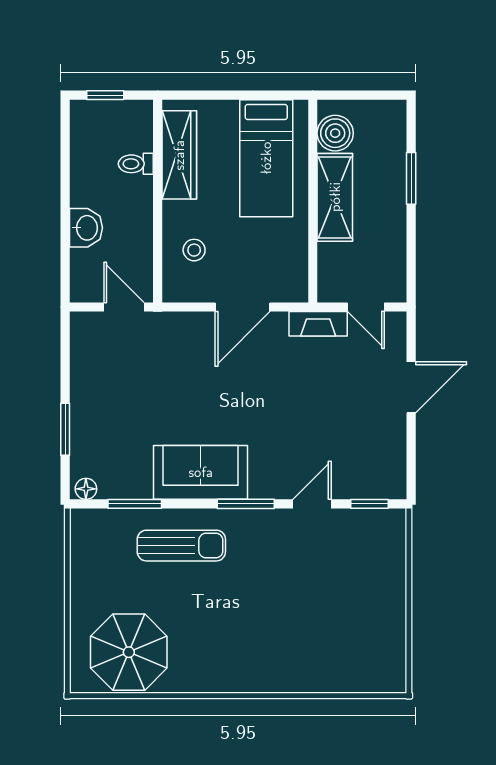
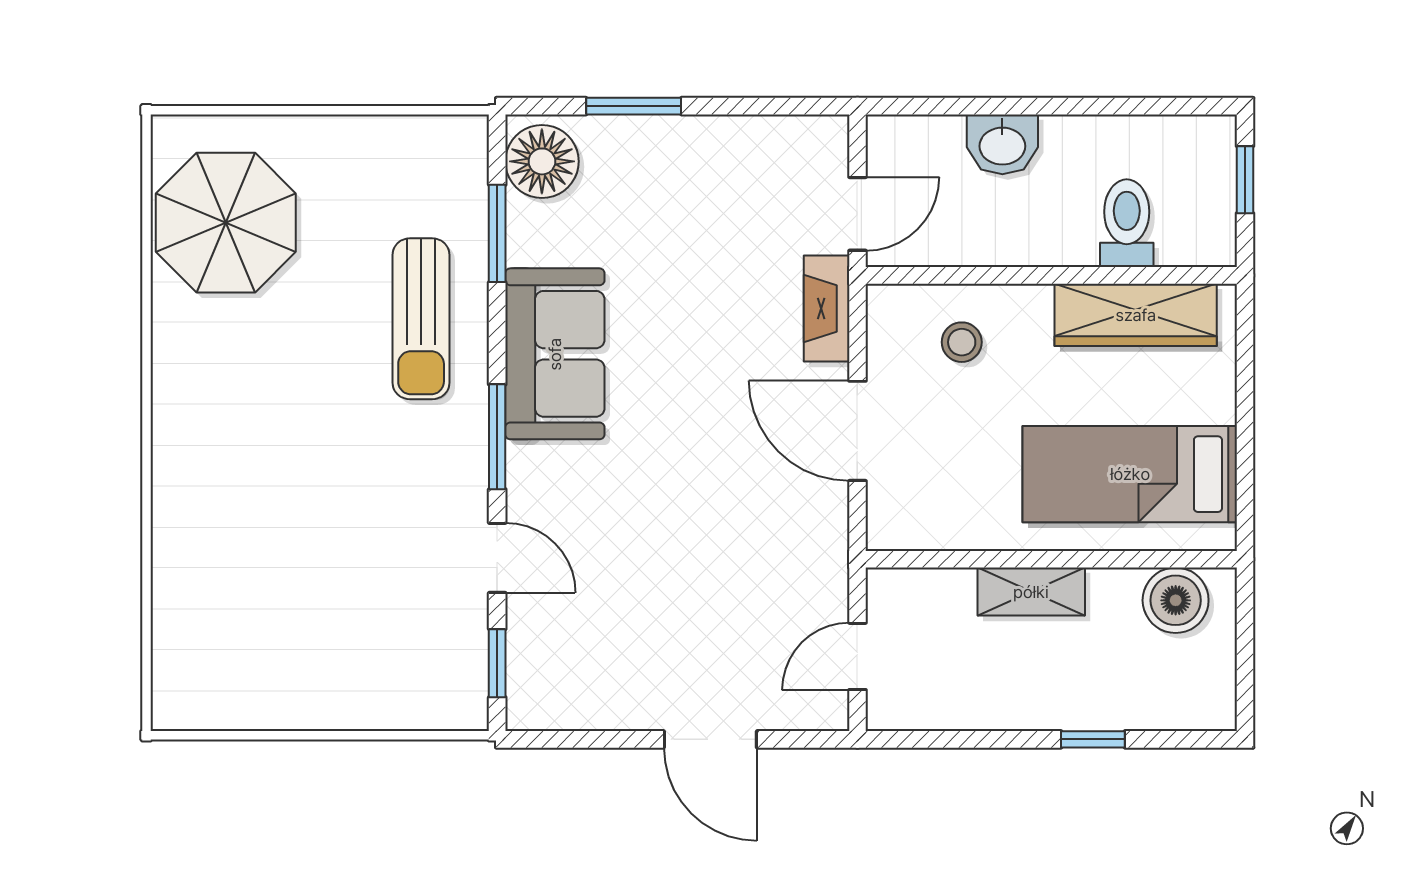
toilet: (136, 164) -> (1127, 223), width x1.37, depth x1.39
window: (411, 178) -> (1093, 739), width x0.67
shelving: (335, 197) -> (1031, 592), width x0.67, depth x0.75
fireplace: (318, 324) -> (827, 309), moved
floor lamp: (86, 489) -> (542, 161), width x1.89, depth x1.89

